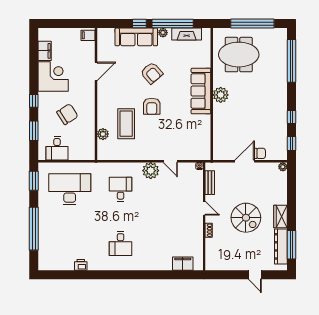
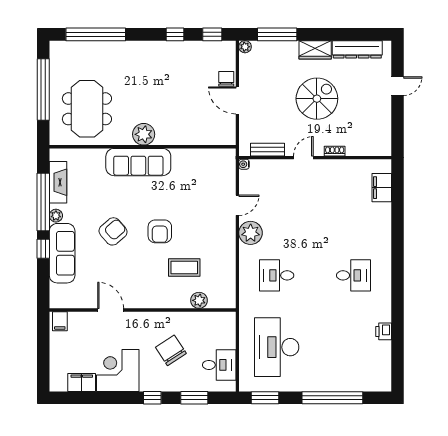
armchair: (152, 106) -> (160, 231), turned 90
coffee table: (126, 124) -> (184, 268), width x0.73, depth x0.76
window: (292, 245) -> (277, 34), moved

